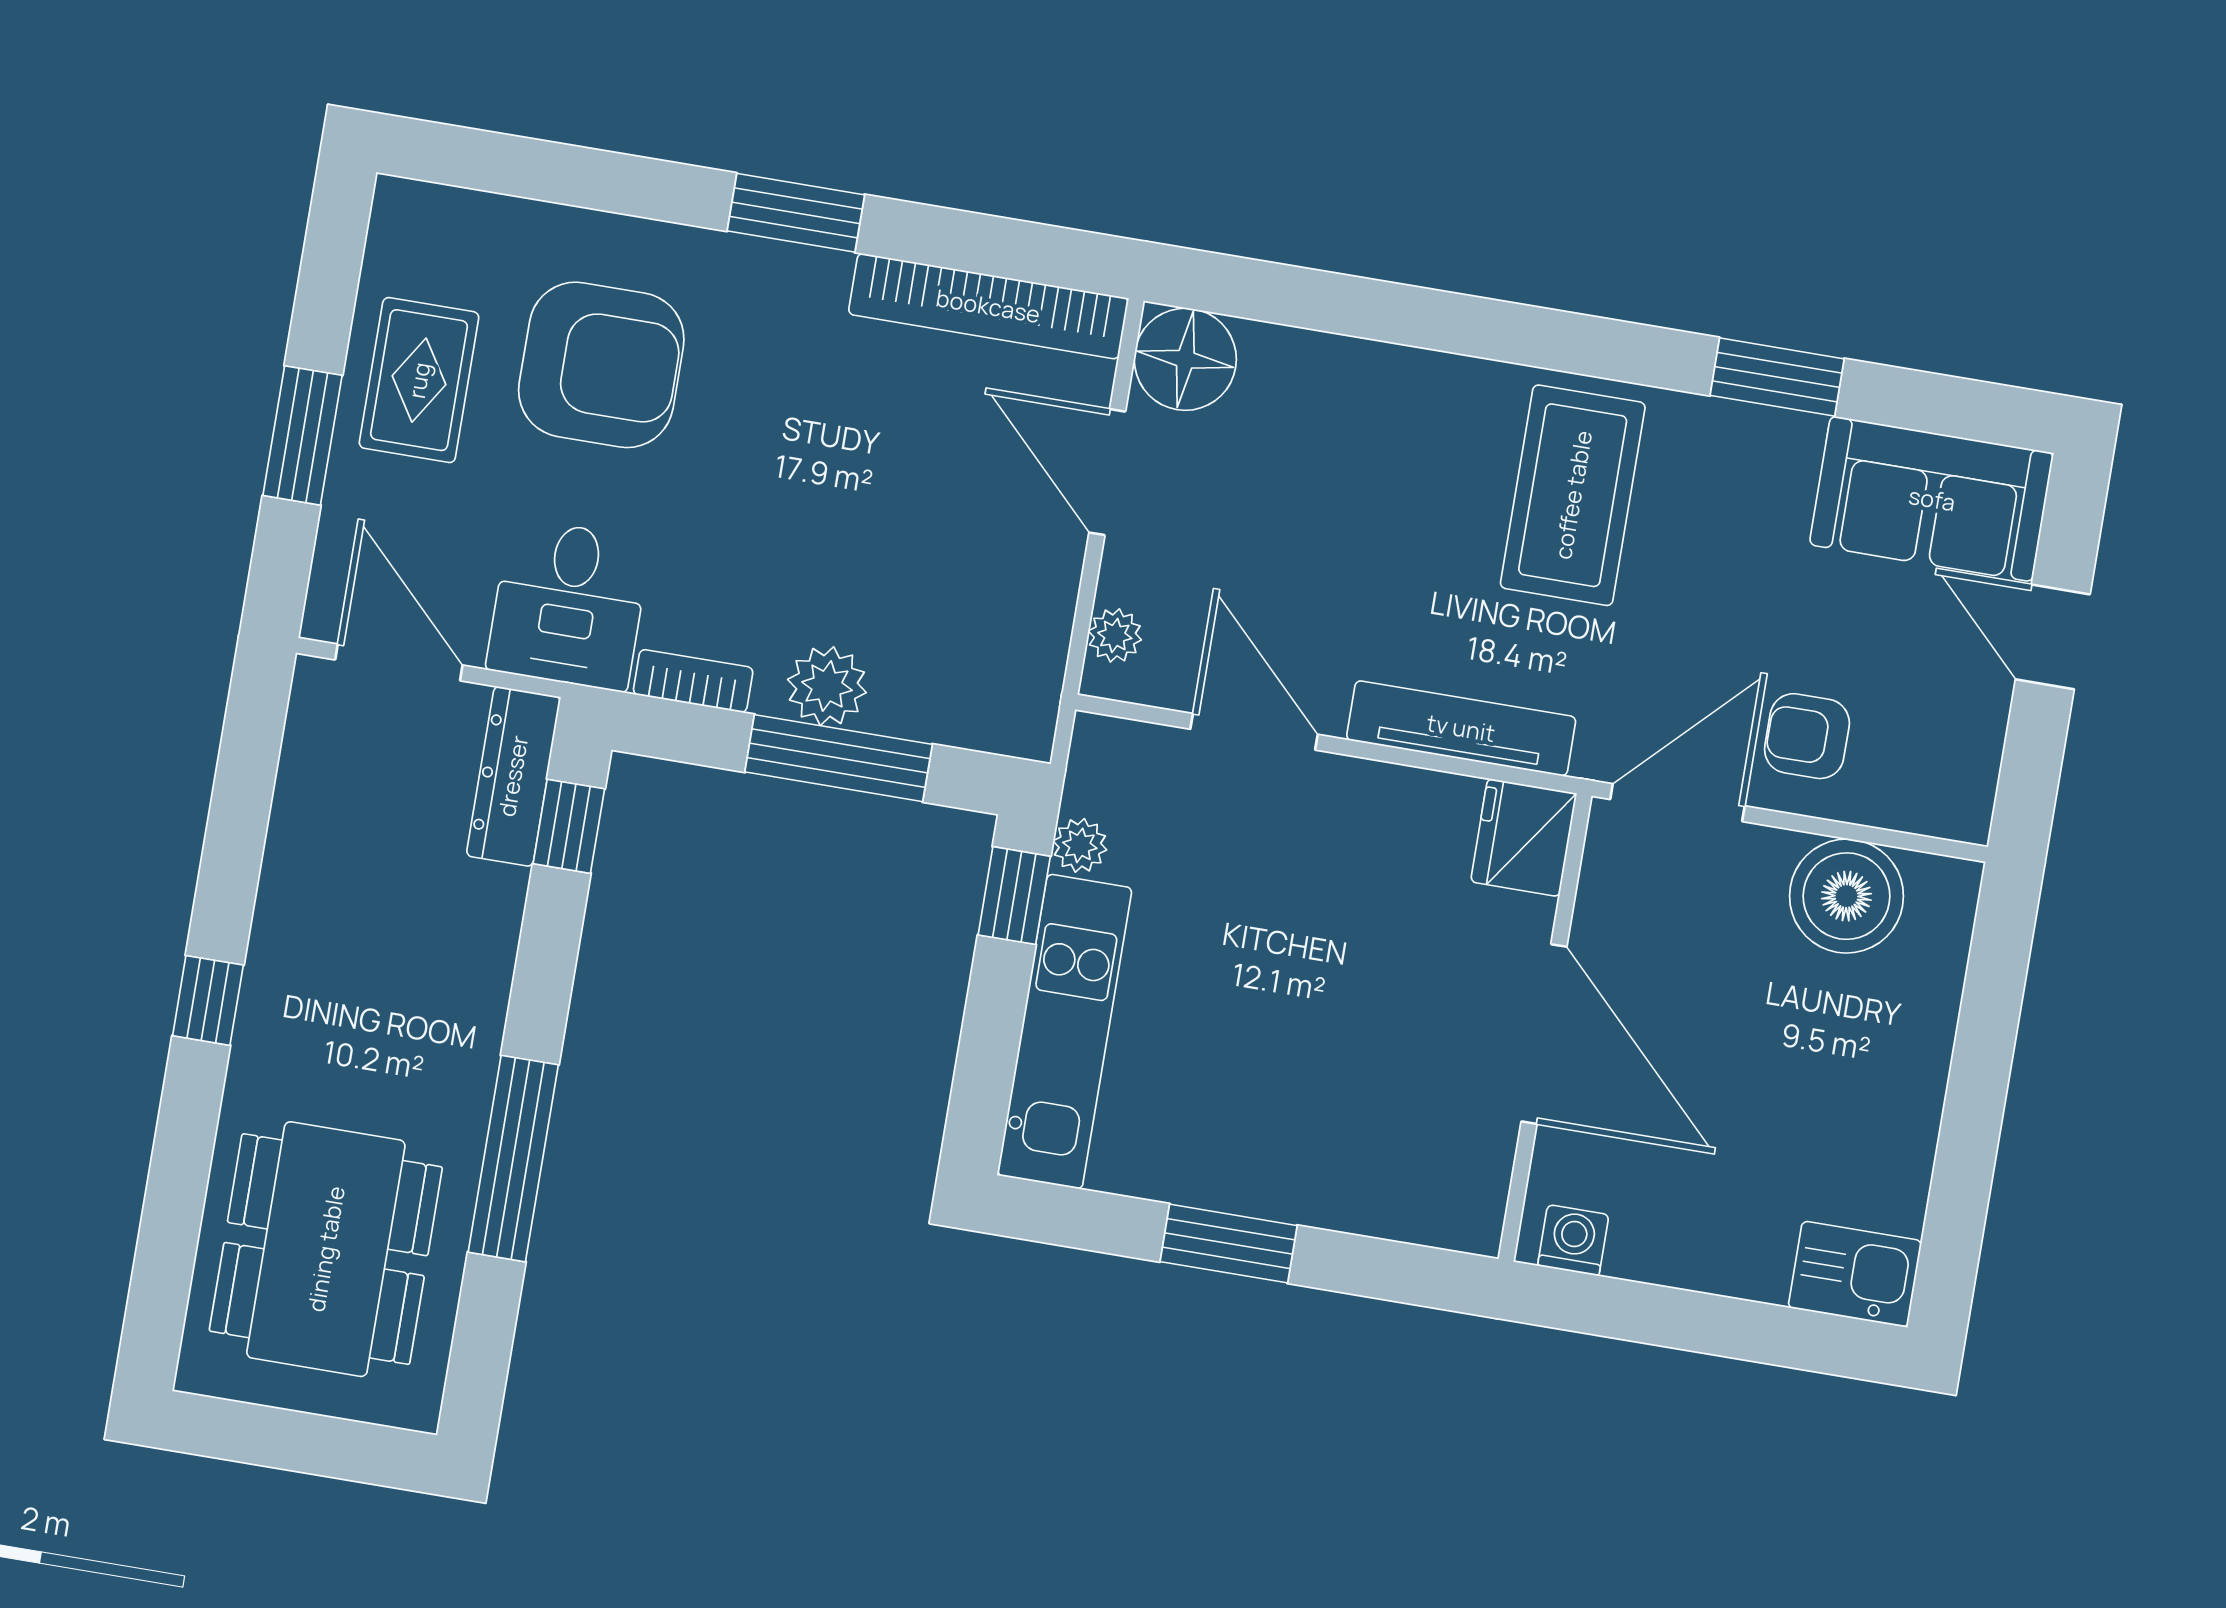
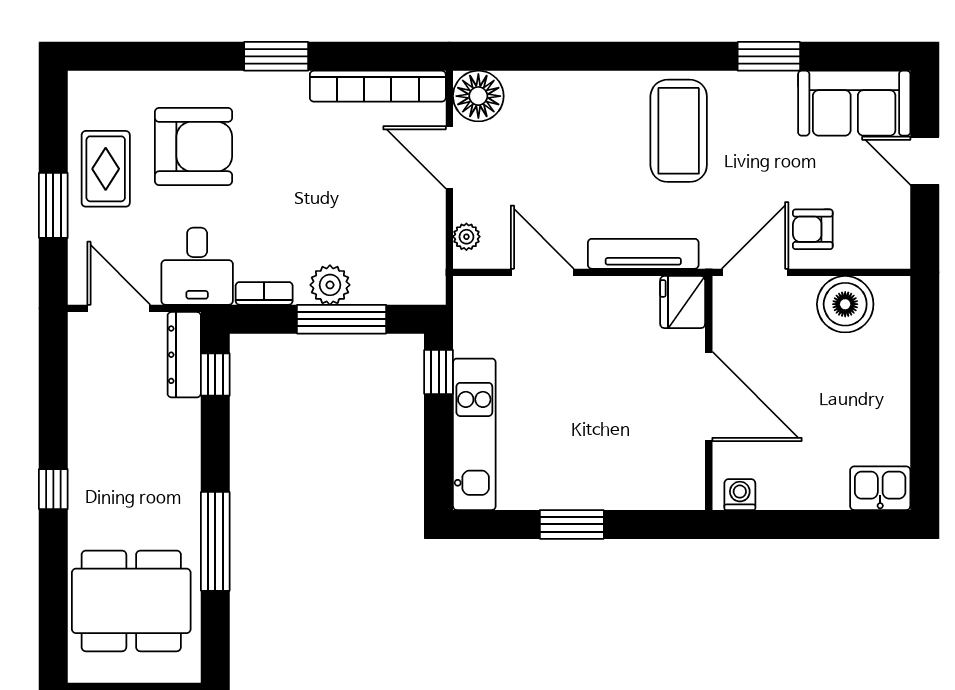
plant: (1080, 845) -> (467, 342), removed
dining table: (326, 1249) -> (131, 601), turned 90

